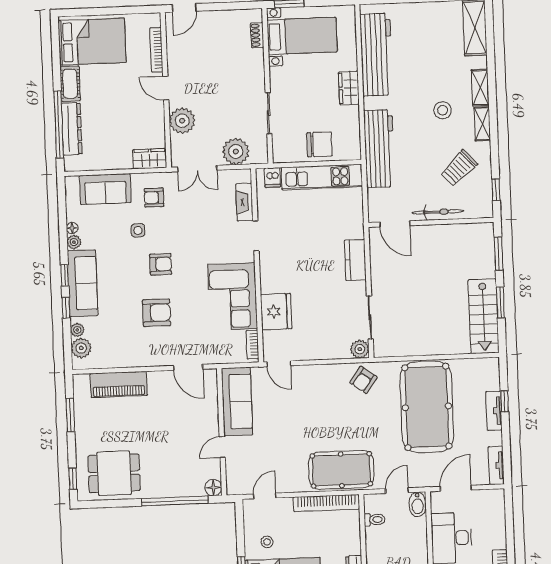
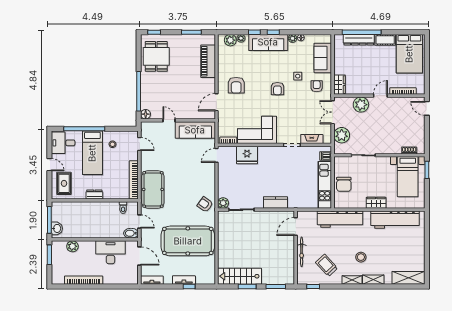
armchair: (156, 313) -> (236, 85), moved

